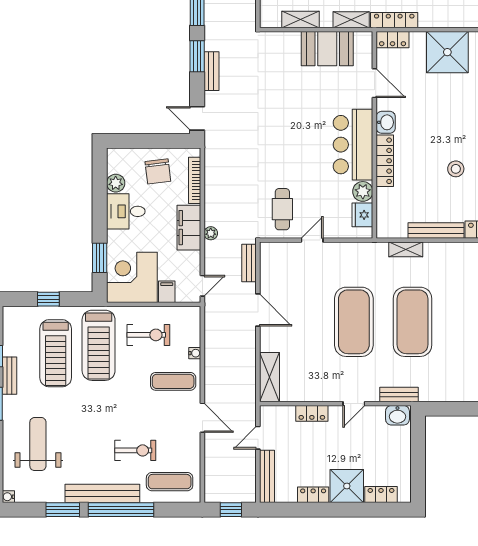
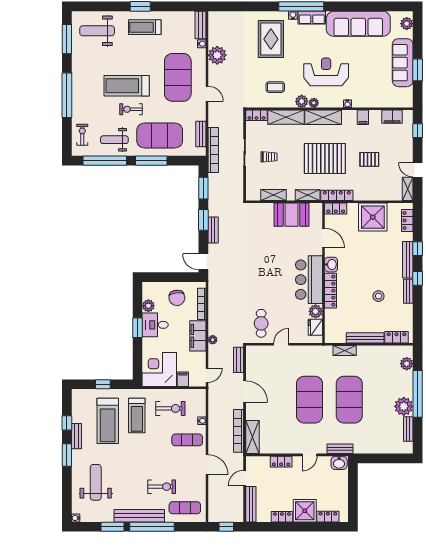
window: (100, 258) -> (137, 328), moved
treadmill: (99, 345) -> (137, 415), width x0.73, depth x0.73
bookcase: (249, 368) -> (239, 431), added

